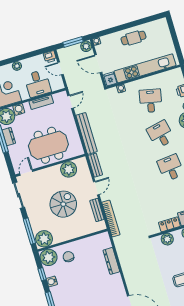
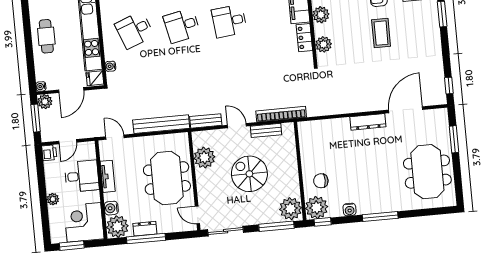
desk: (151, 101) -> (134, 30), turned -33
dresser: (111, 261) -> (368, 122), moved
window: (42, 274) -> (323, 222), moved

